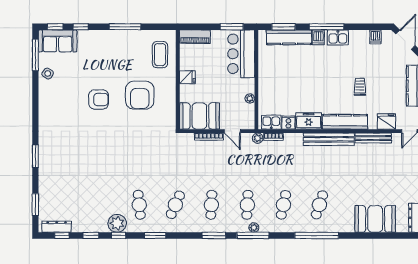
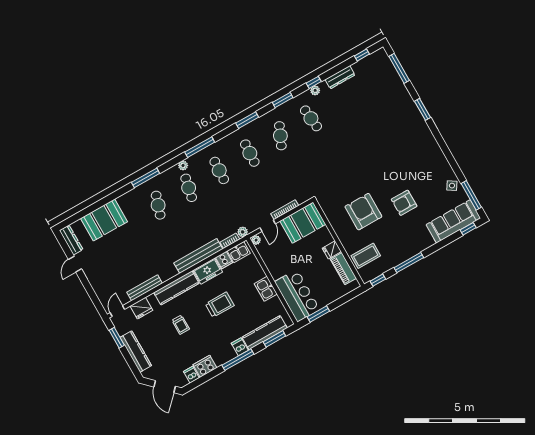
window: (81, 27) -> (378, 280), moved
piano: (195, 37) -> (343, 269), moved, turned -90
kitchen sink: (338, 37) -> (266, 289), moved, turned -90
cooker: (359, 37) -> (205, 366), added
sofa: (58, 41) -> (453, 221), width x1.36
coffee table: (160, 55) -> (366, 256), turned 90
trolley: (315, 85) -> (220, 305), added
plant: (250, 98) -> (256, 240), moved
armchair: (99, 99) -> (404, 203), moved
door: (232, 131) -> (268, 226), swing flipped
bench: (329, 139) -> (198, 256), moved
window: (35, 205) -> (399, 68), width x1.44
plant: (117, 223) -> (315, 90), width x0.53, depth x0.53
dresser: (57, 227) -> (340, 77), moved
plant: (254, 228) -> (183, 165), moved
window: (91, 235) -> (337, 69), removed
window: (214, 235) -> (247, 120), moved
window: (317, 235) -> (146, 178), width x0.68

